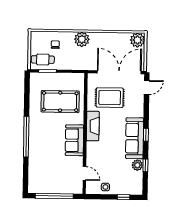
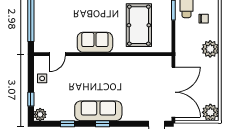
rug: (110, 98) -> (144, 82), removed
fireplace: (93, 126) -> (111, 63), removed
plant: (137, 165) -> (40, 114), moved

